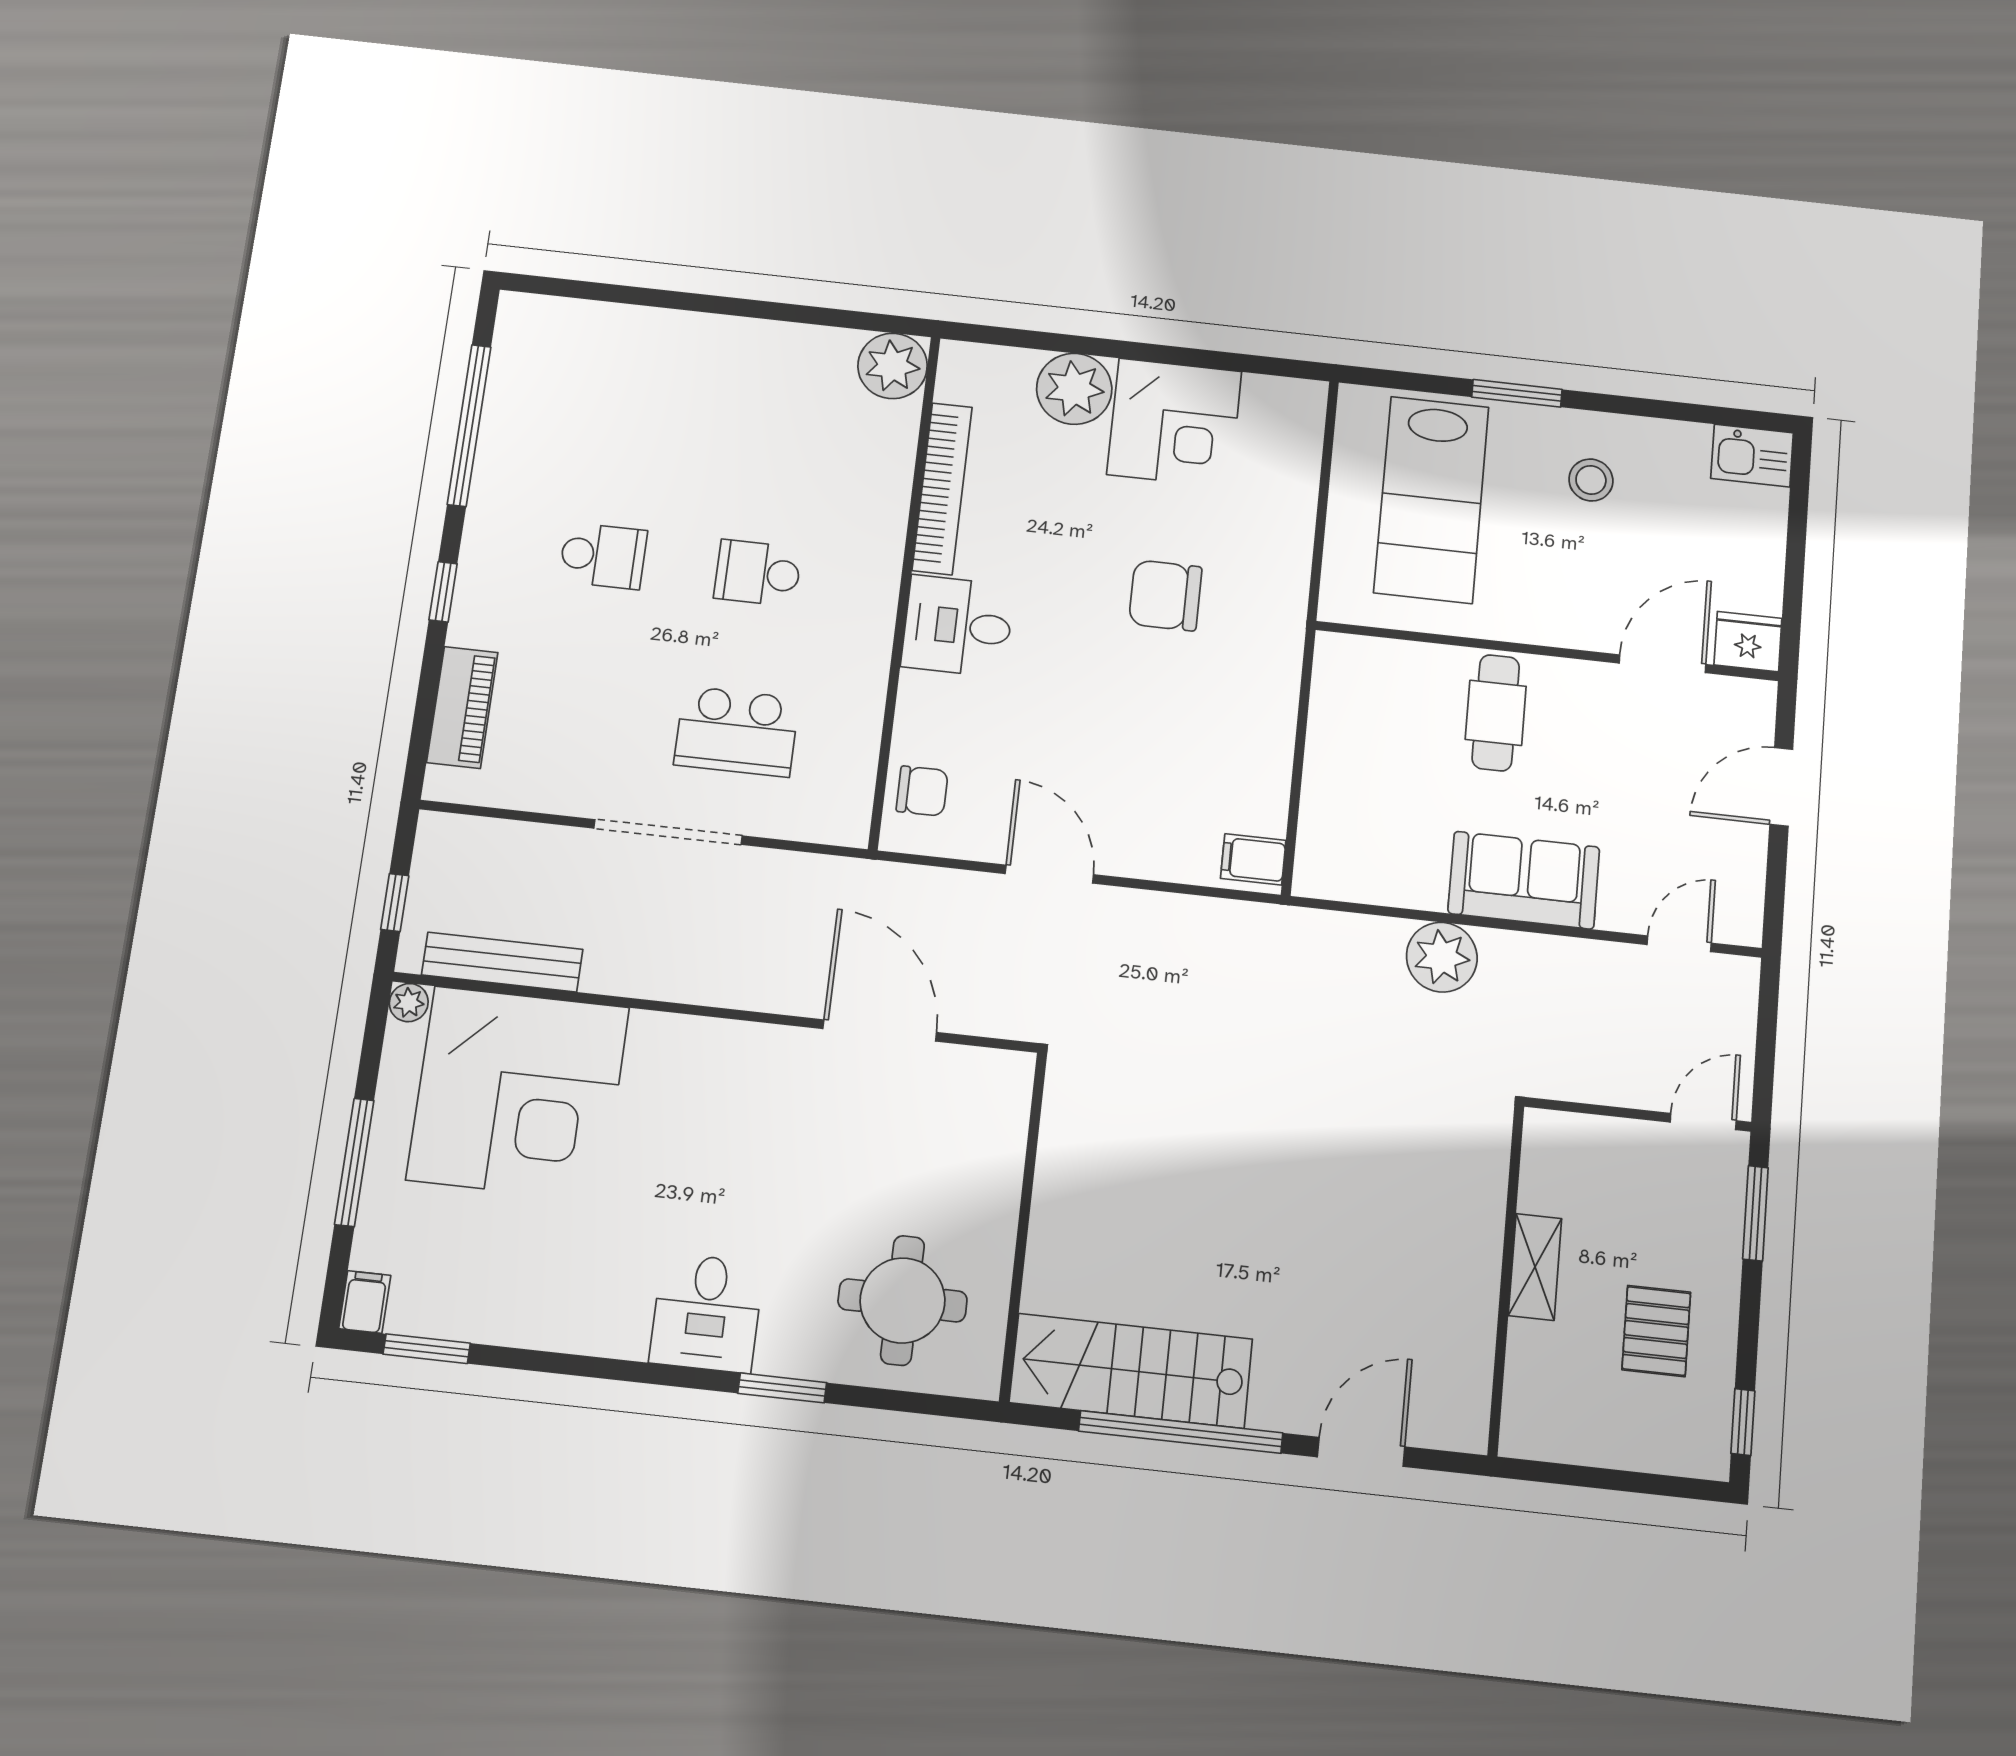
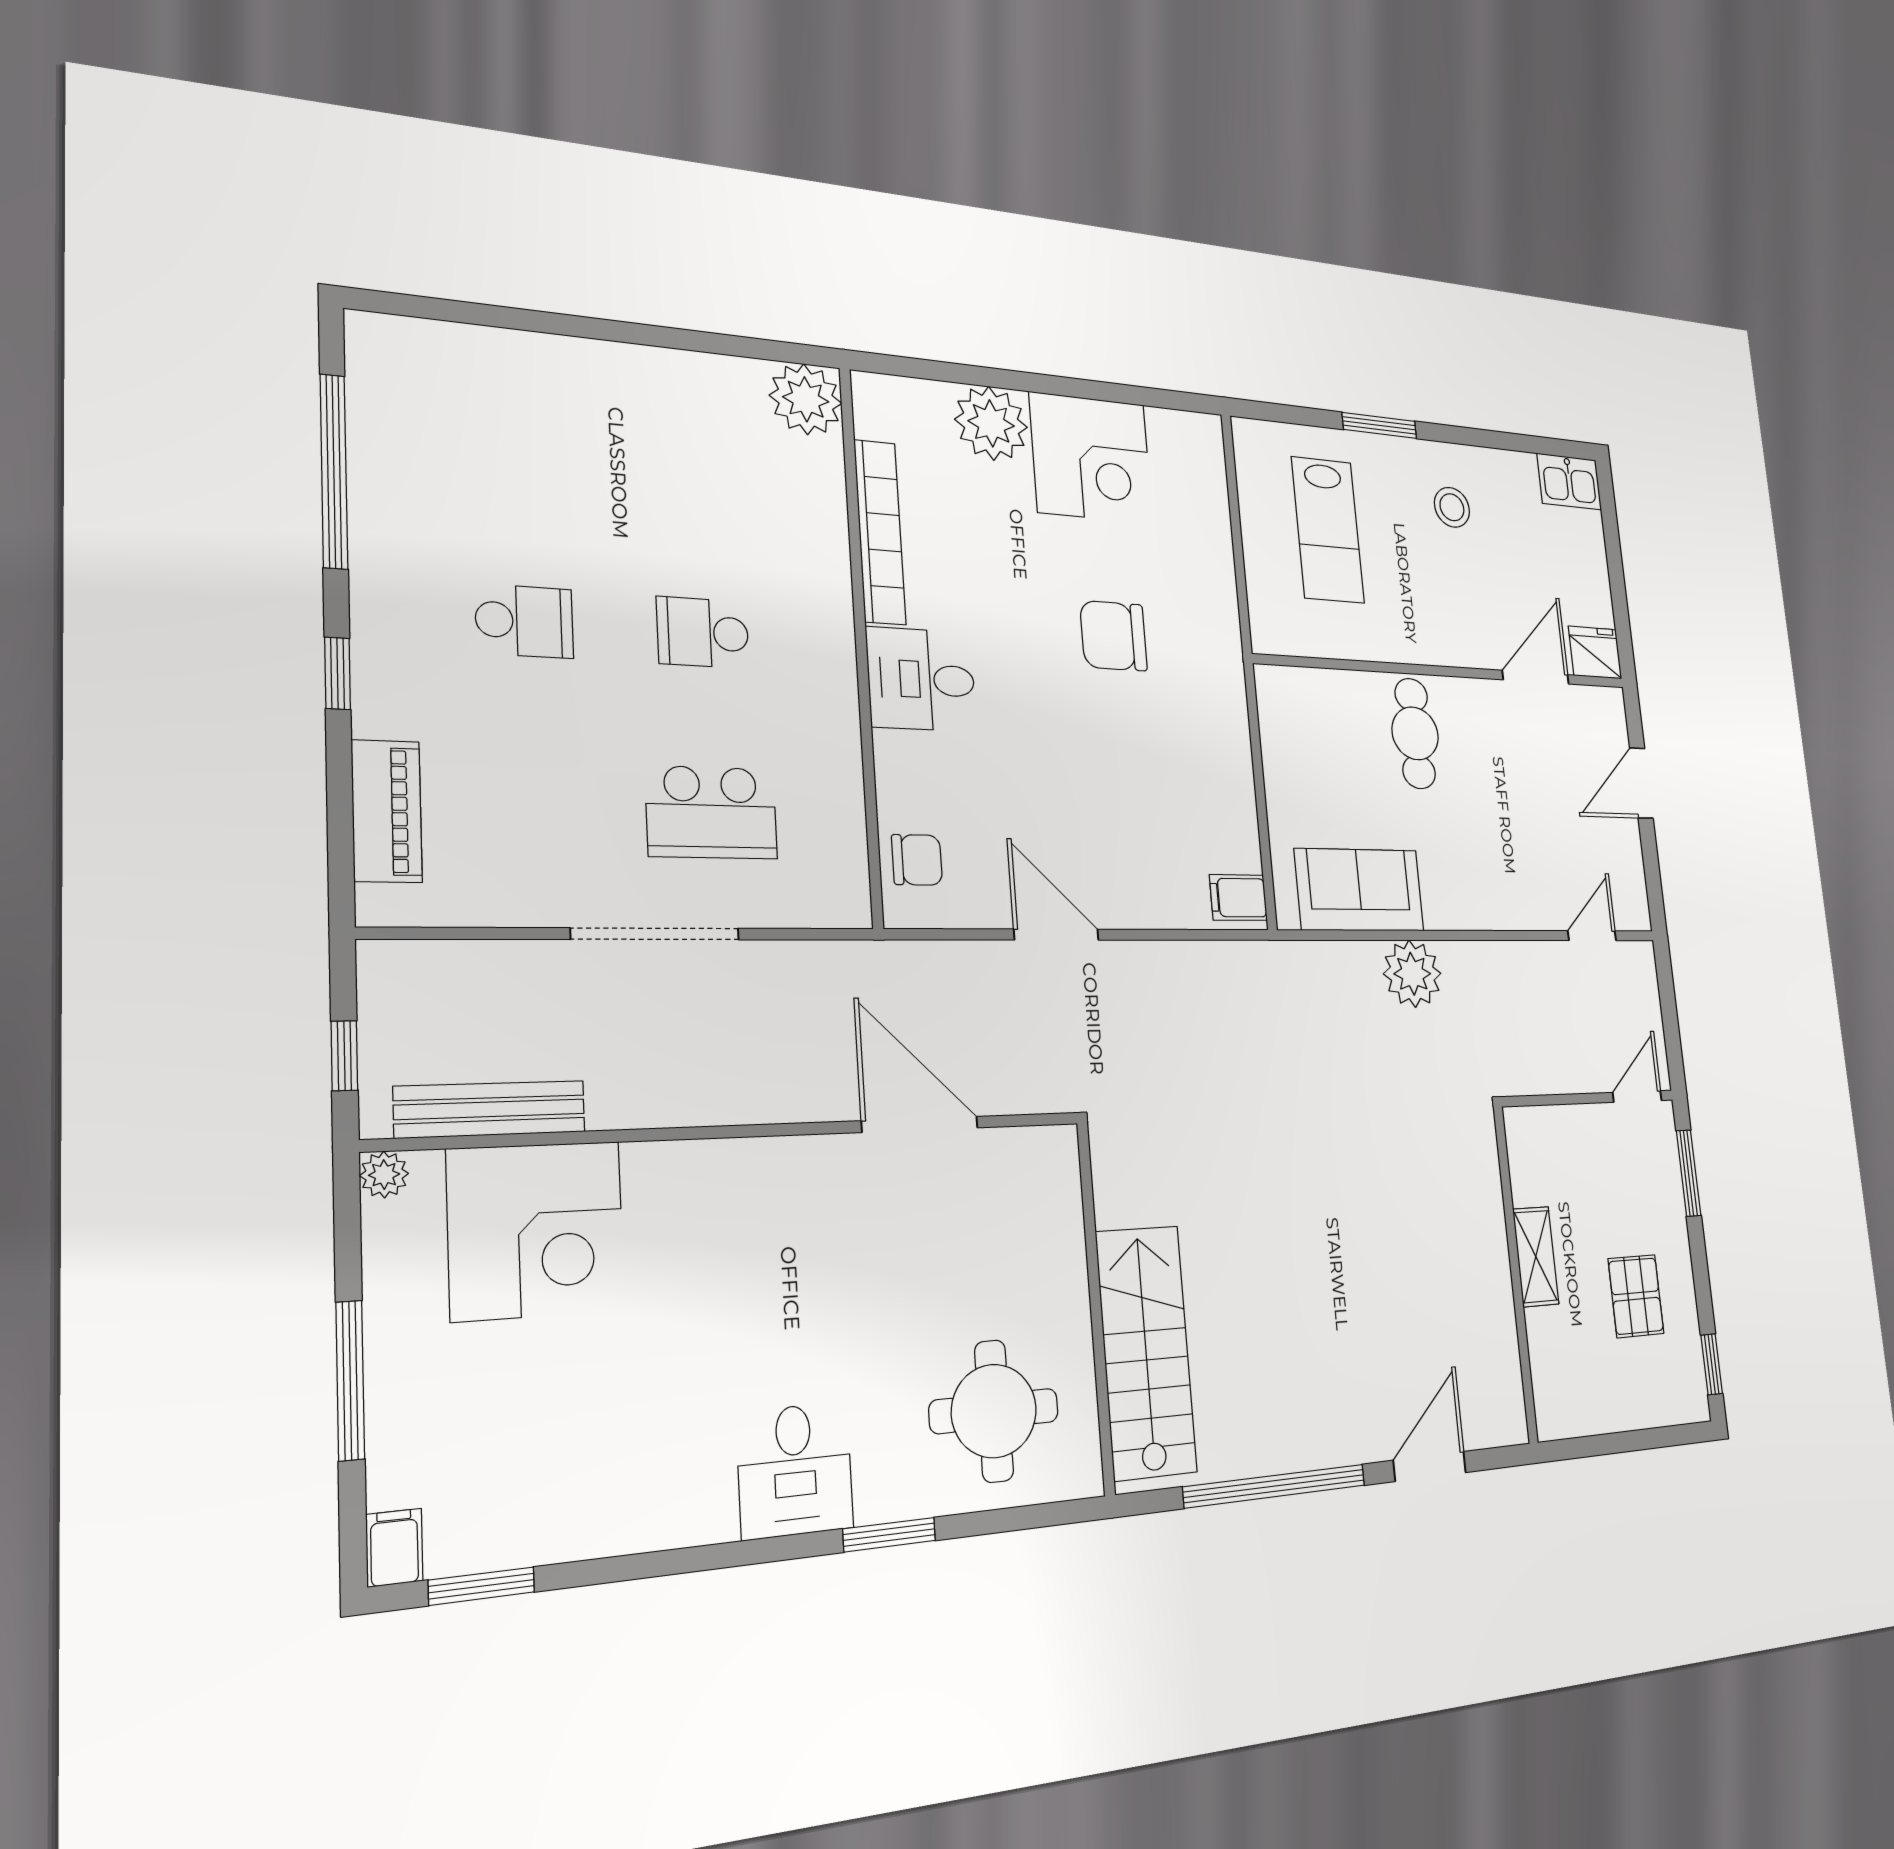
lab bench: (1431, 500) -> (1328, 530), width x0.73, depth x0.72
sofa: (1524, 880) -> (1359, 890), moved
corner desk: (518, 1093) -> (536, 1230), width x0.74, depth x0.74
stairs: (1131, 1371) -> (1146, 1352), moved, turned 90

